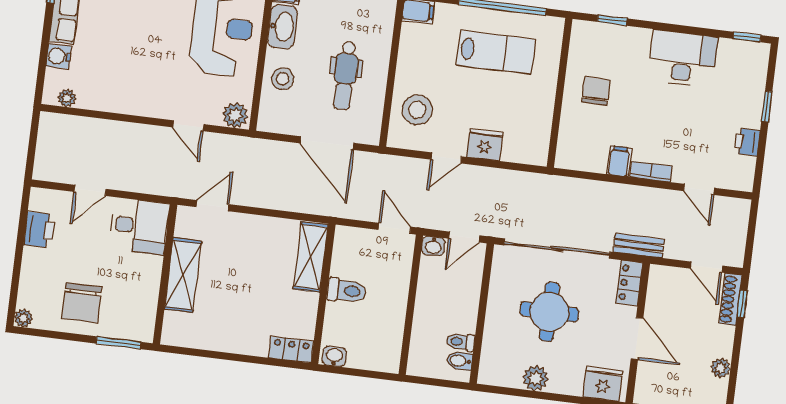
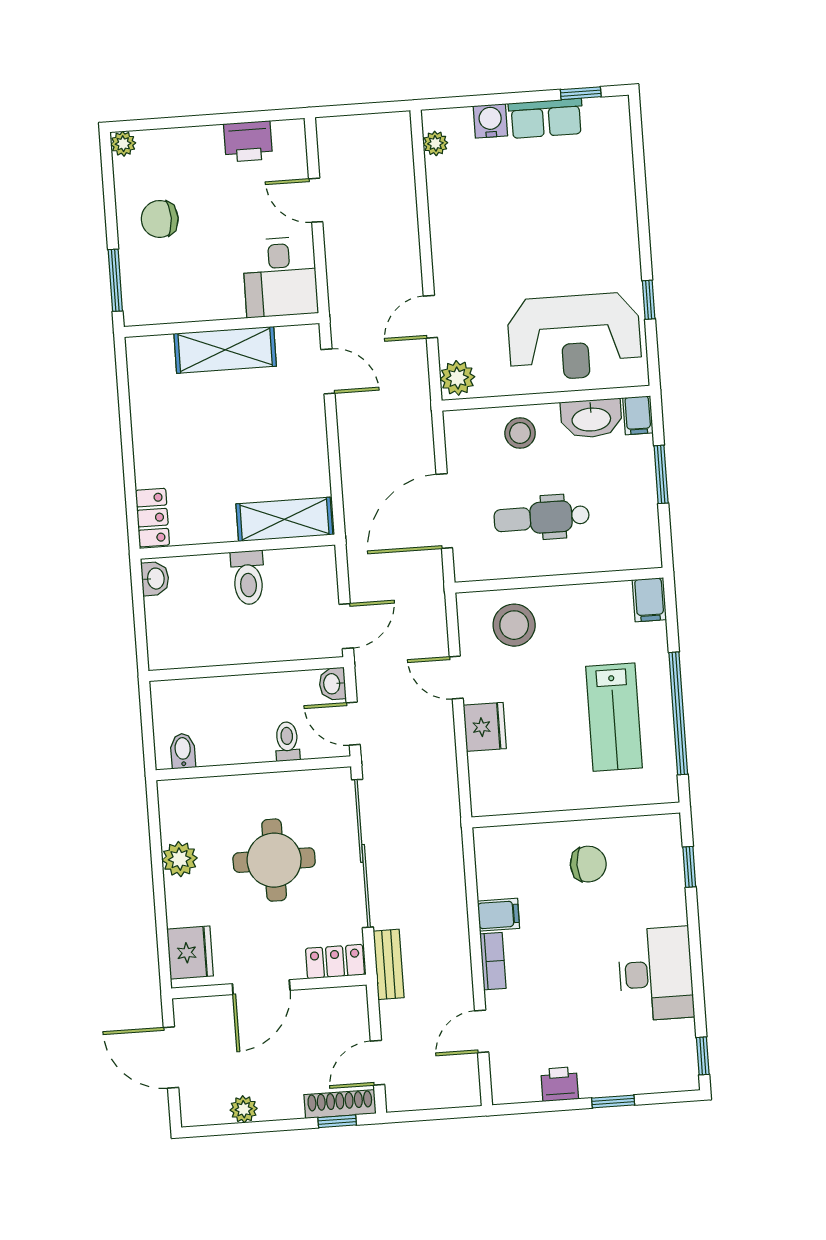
chair: (82, 303) -> (160, 219), width x0.73, depth x0.73
toilet: (461, 342) -> (287, 741), moved

